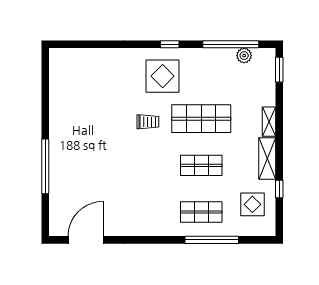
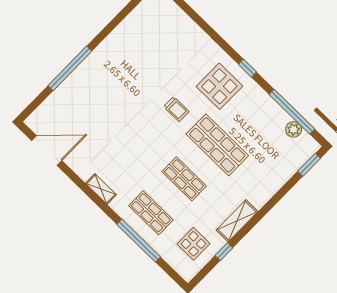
shelving: (269, 122) -> (101, 189), moved, turned 90

